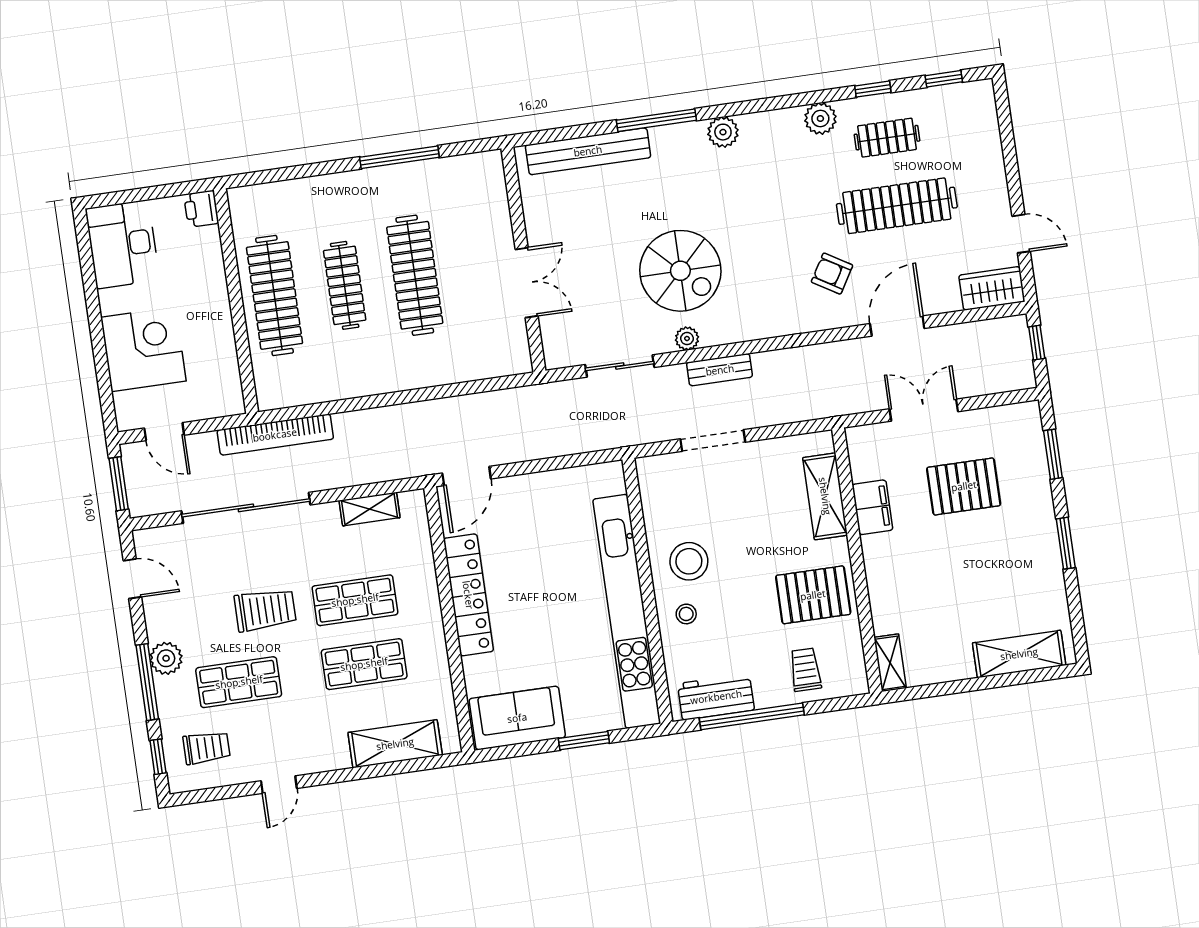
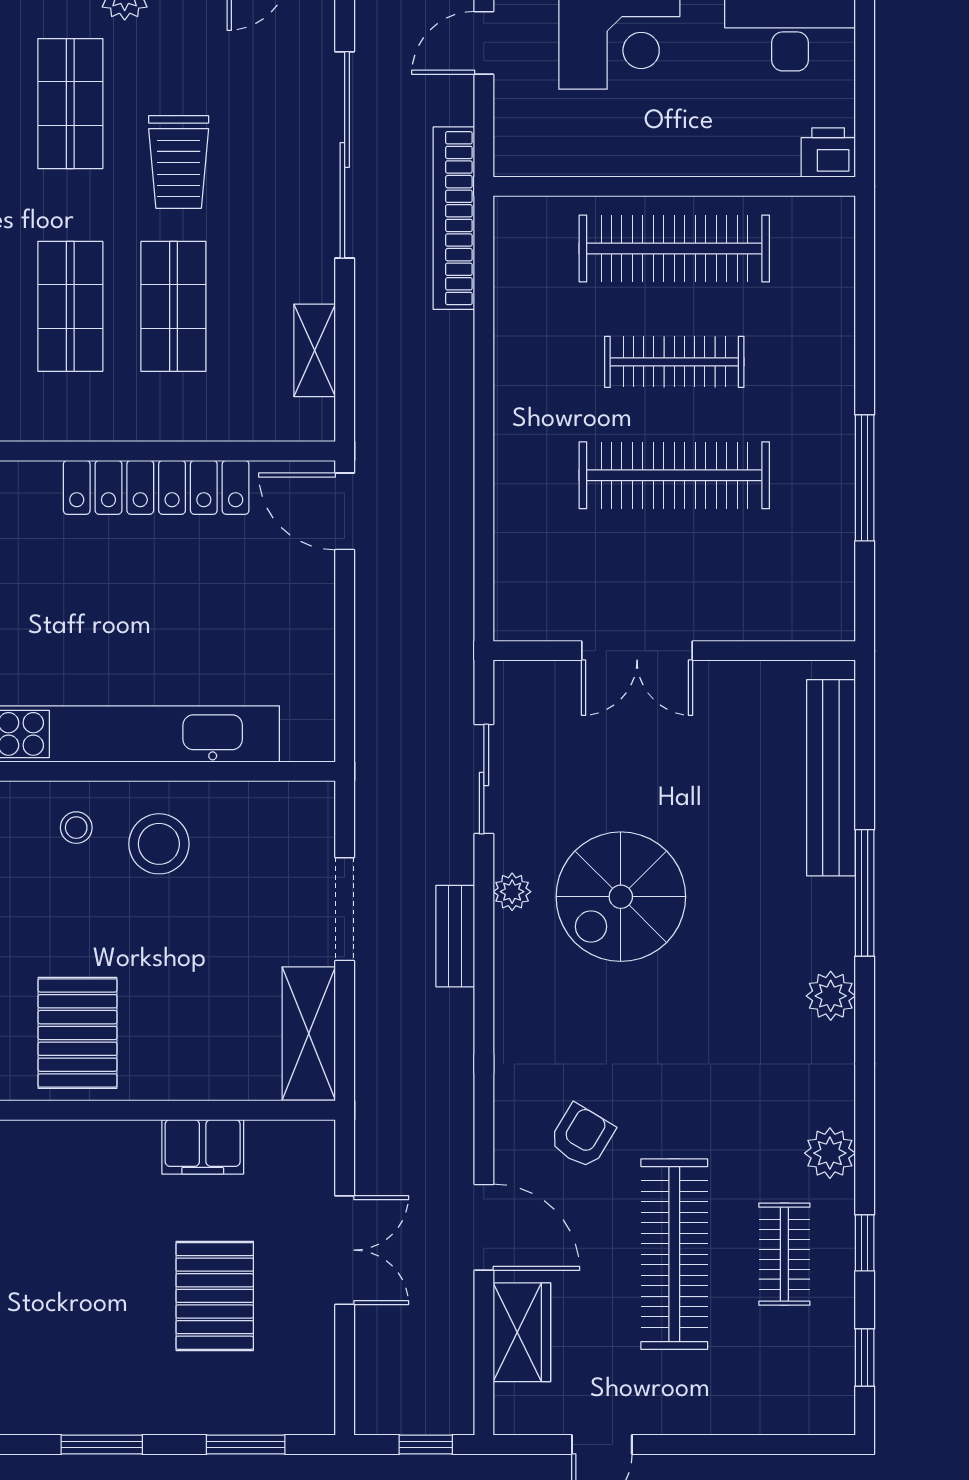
wardrobe: (992, 288) -> (522, 1332), moved
shelving: (825, 496) -> (309, 1033), moved, turned 90

